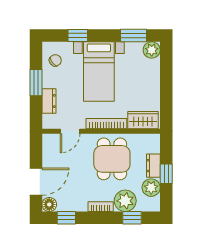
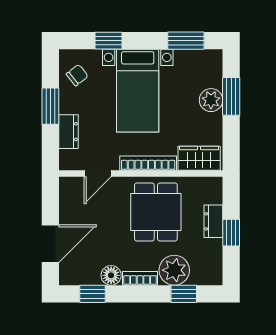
plant: (152, 50) -> (211, 100), moved
window: (166, 76) -> (231, 96), added
plant: (151, 188) -> (210, 252), removed
floor lamp: (49, 204) -> (111, 275), moved

